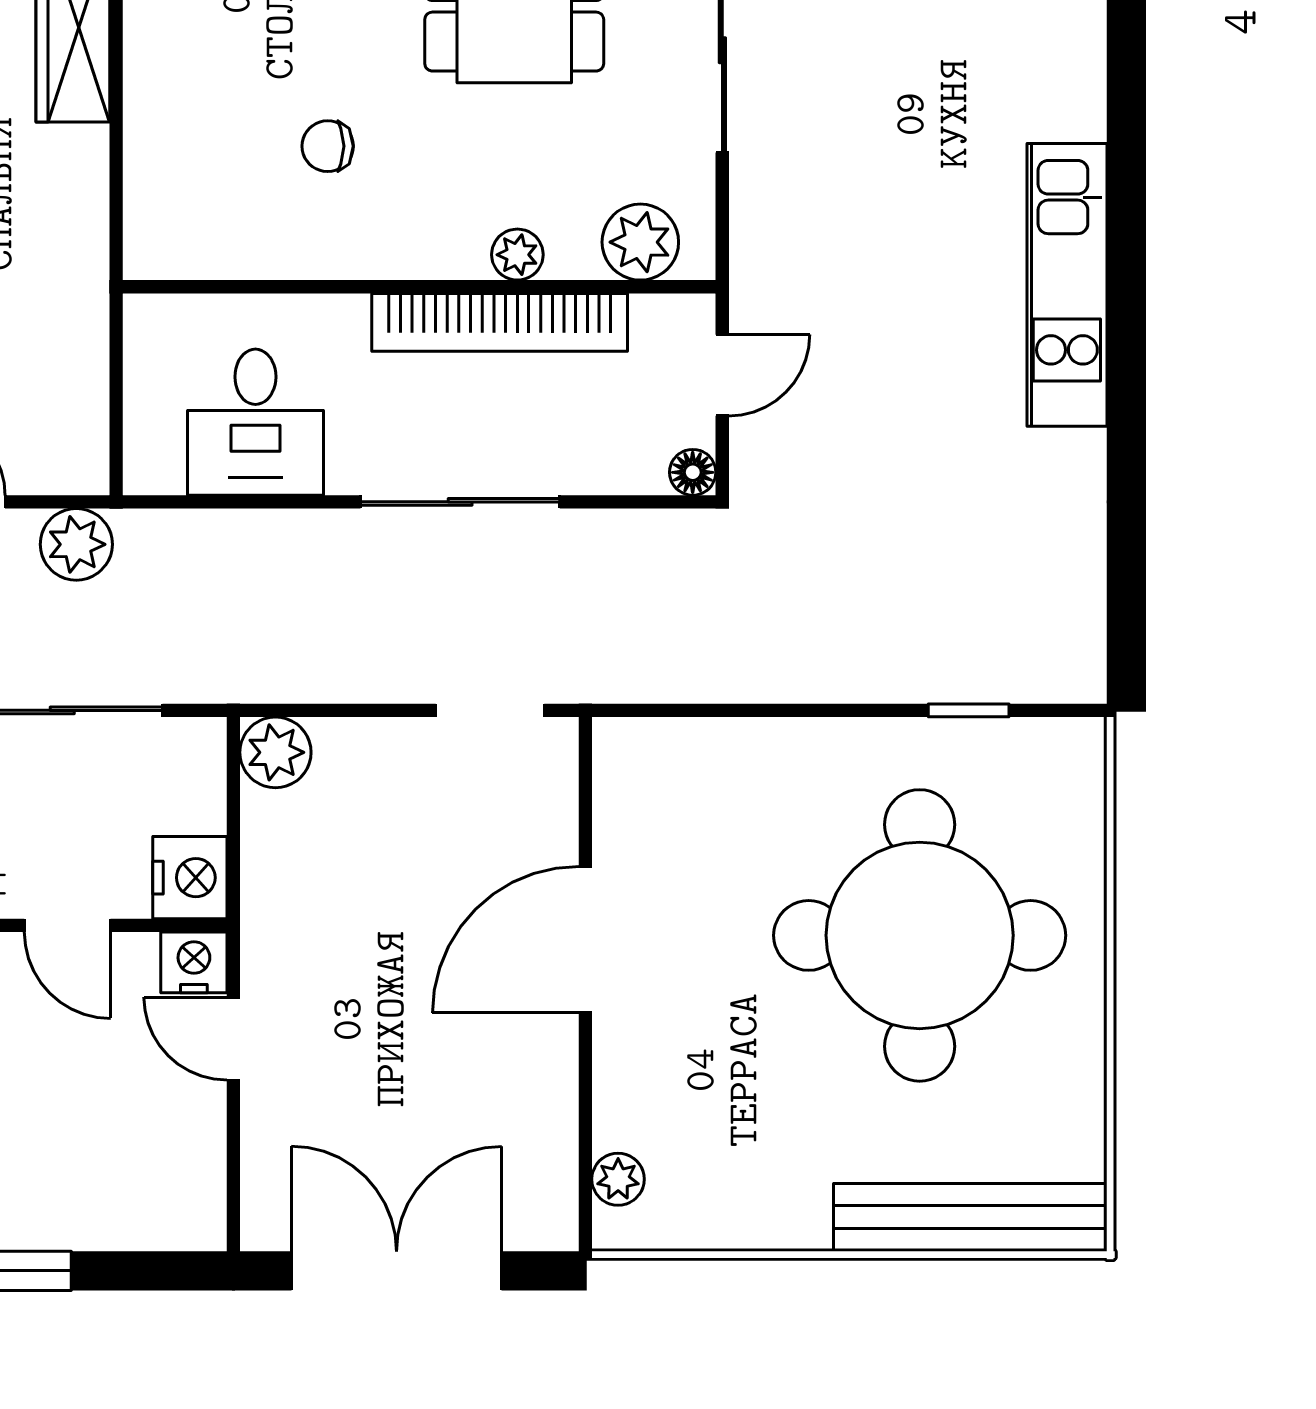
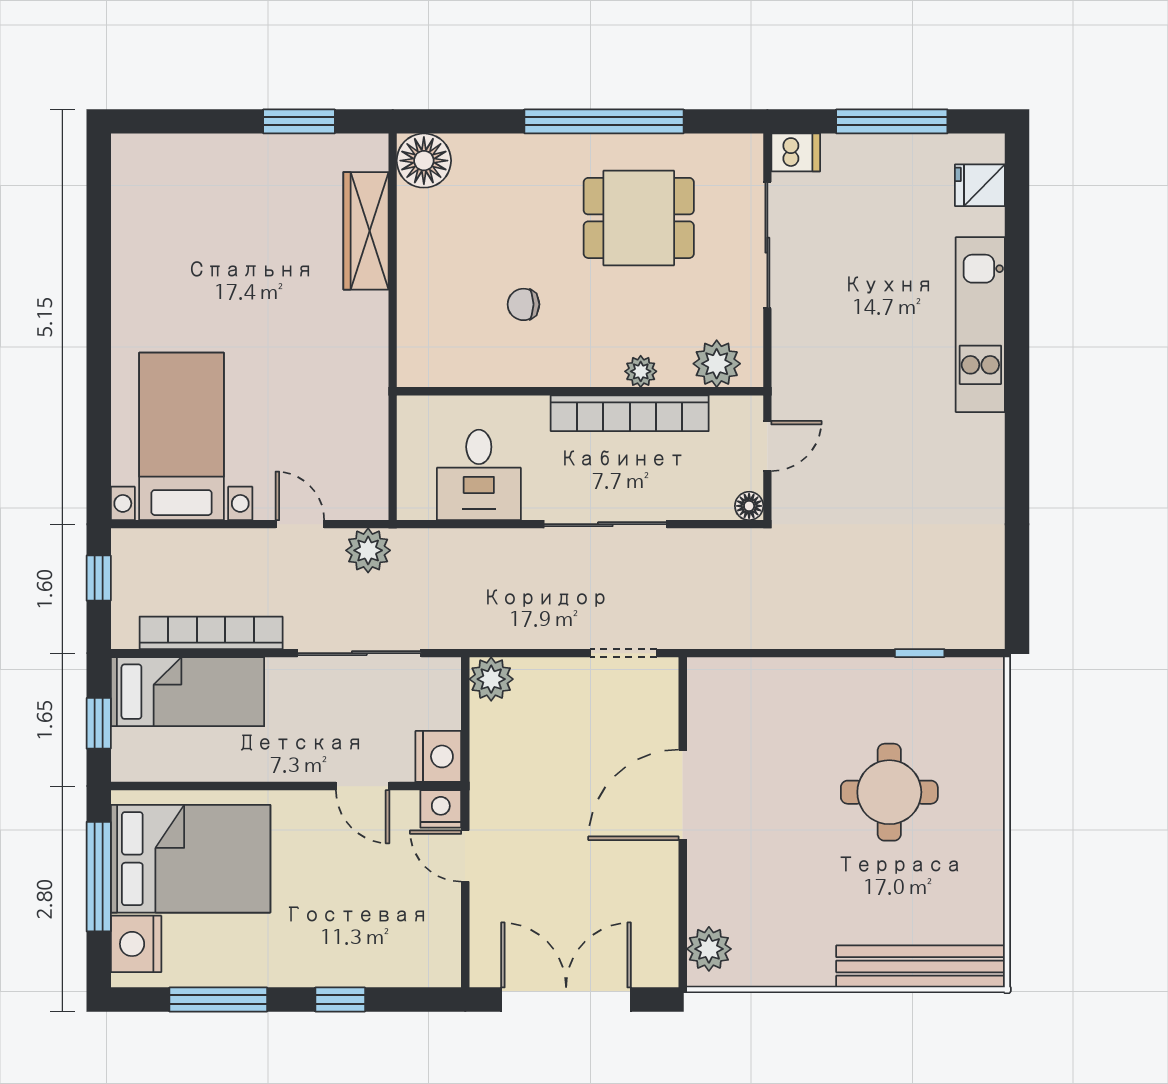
kitchen unit: (1067, 285) -> (980, 325), moved
round table: (920, 935) -> (889, 792), width x0.54, depth x0.54
plant: (618, 1179) -> (709, 949), width x1.38, depth x1.38

